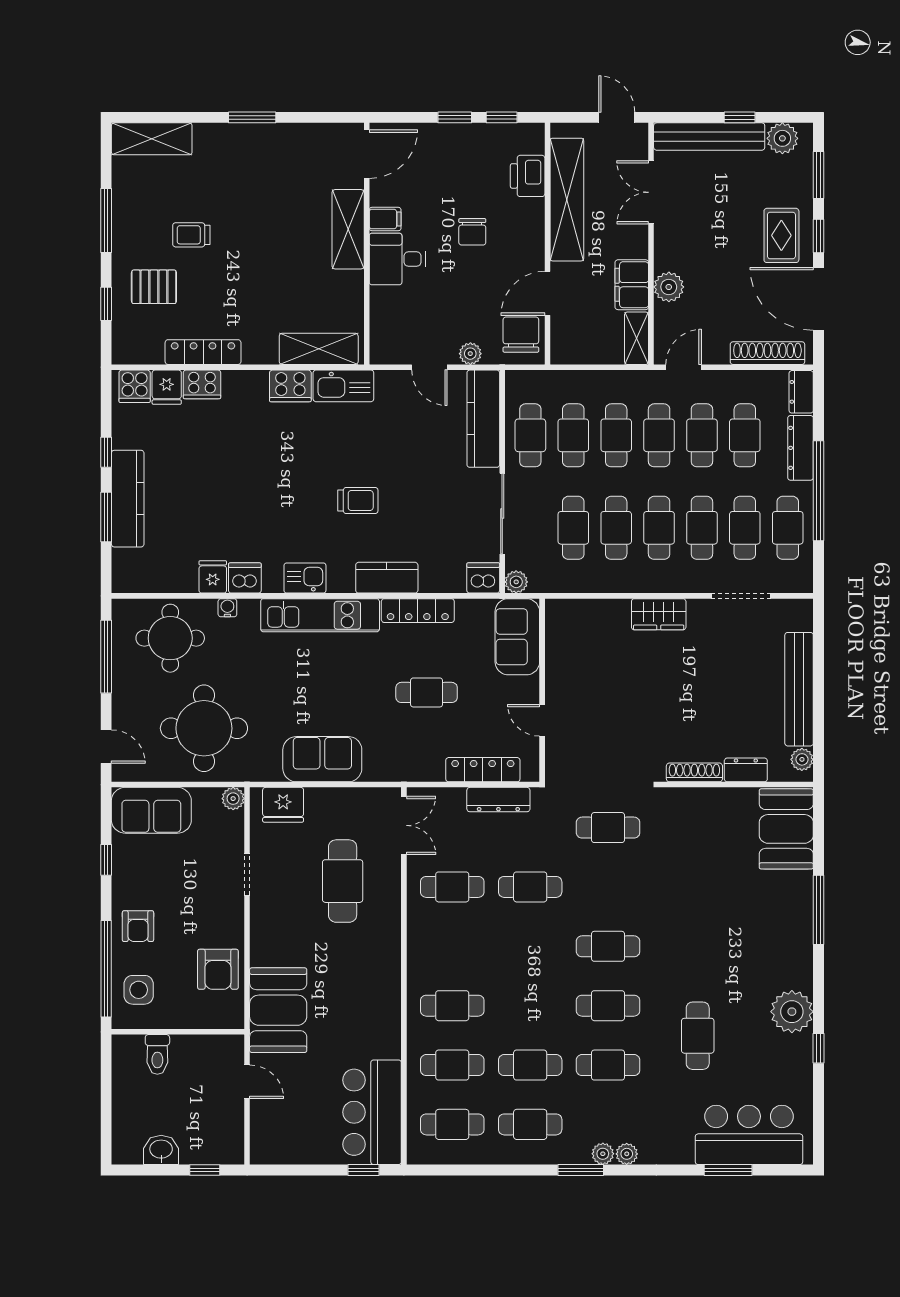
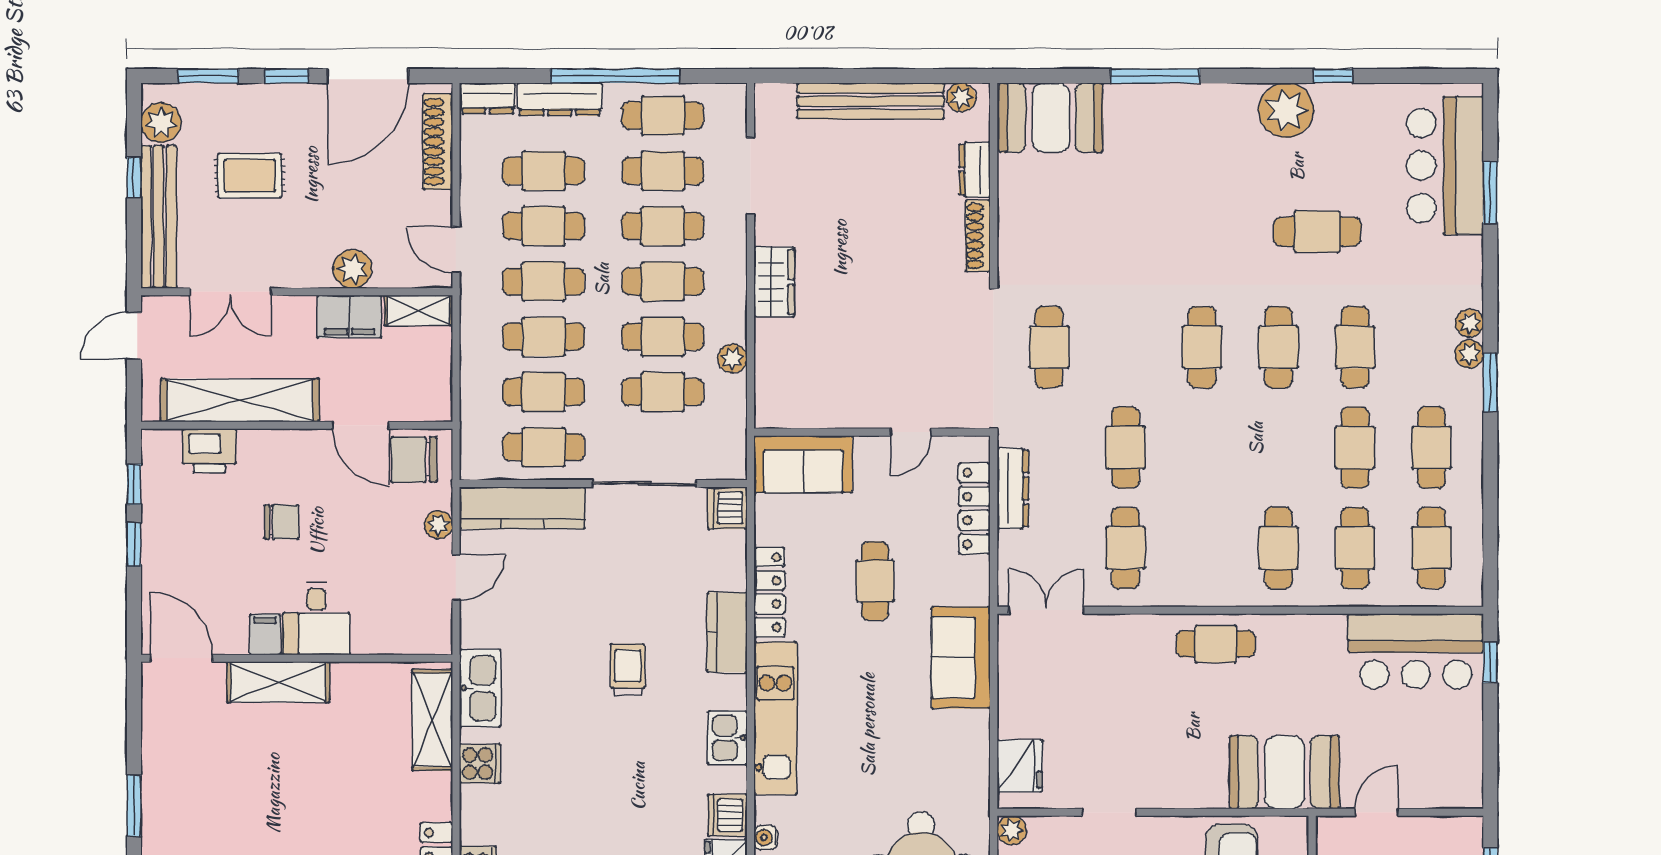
rug: (781, 235) -> (250, 176), moved
cooker: (290, 386) -> (480, 764), width x0.73
plant: (516, 582) -> (732, 359), moved
sofa: (322, 759) -> (961, 658), moved
cafe table: (343, 881) -> (1216, 644), moved, width x0.73, depth x0.74

